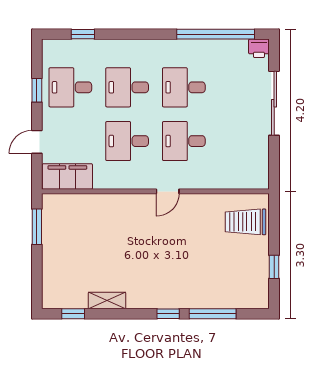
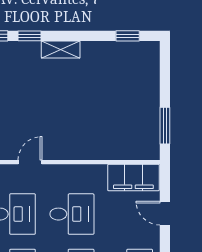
door: (37, 142) -> (165, 213), swing flipped
shelving: (107, 301) -> (61, 49), moved

